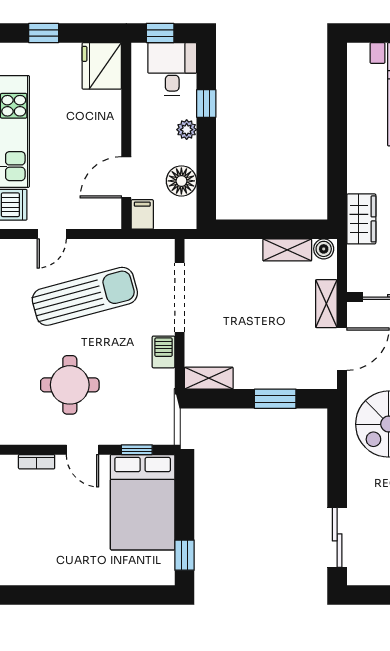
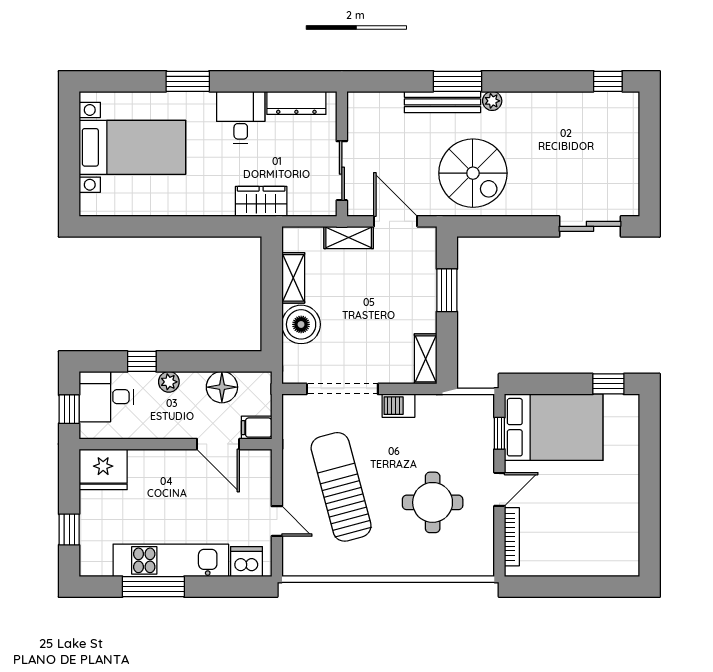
boiler: (324, 249) -> (301, 324), moved, width x1.86, depth x1.86
bookcase: (37, 462) -> (512, 537), width x1.56

